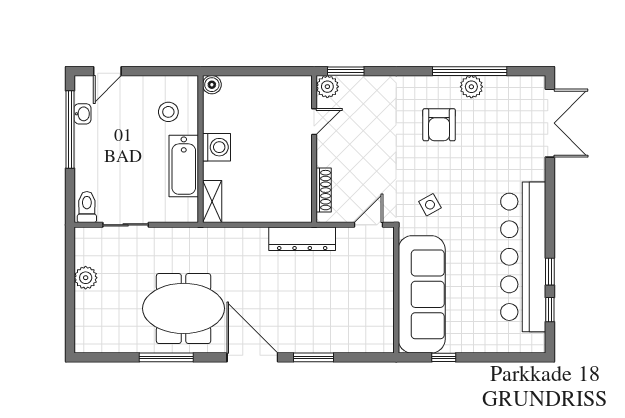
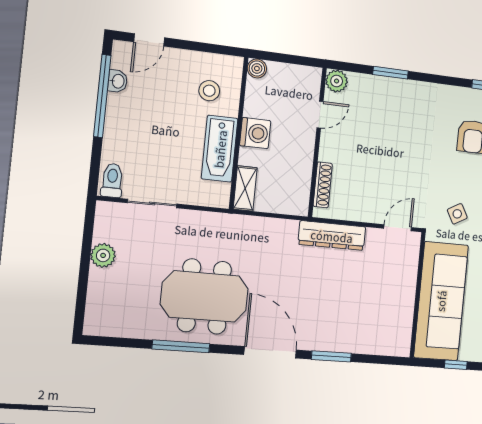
plant: (327, 87) -> (337, 81), moved
door: (314, 122) -> (320, 115), moved
wall: (314, 149) -> (317, 142), moved
shoe rack: (324, 190) -> (323, 185), moved

